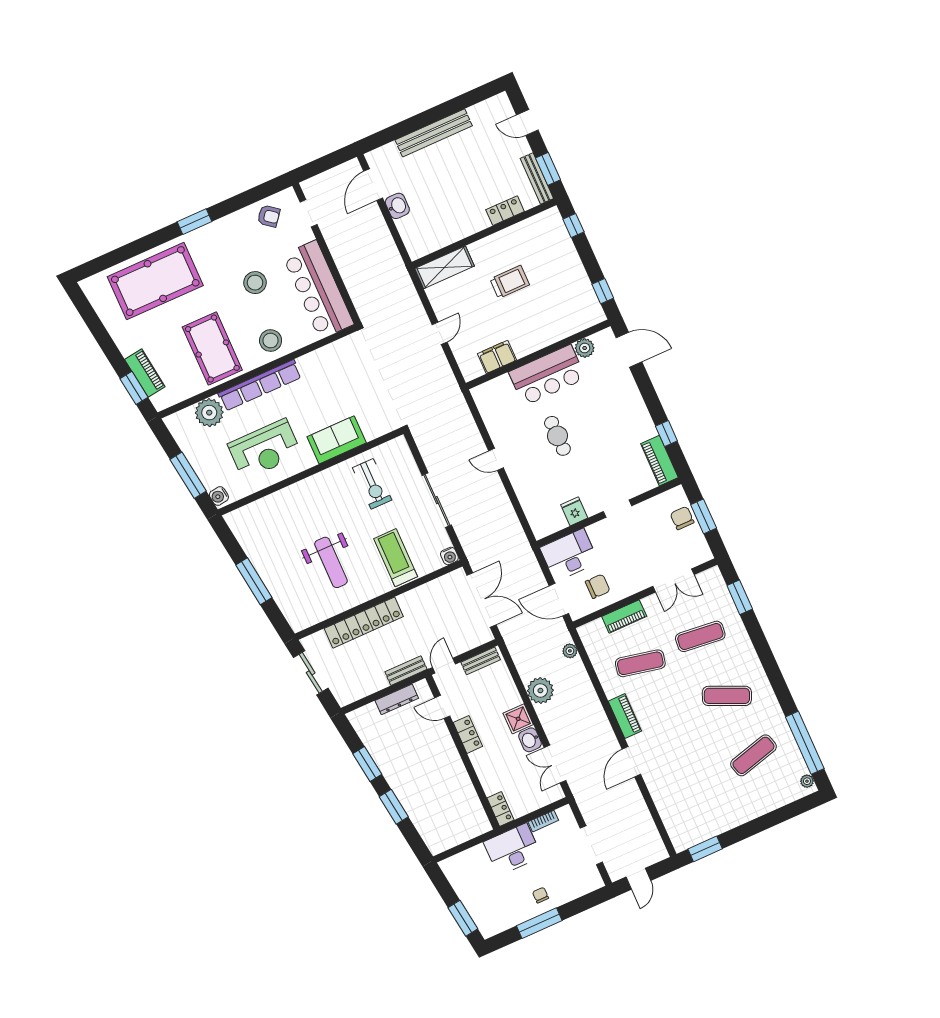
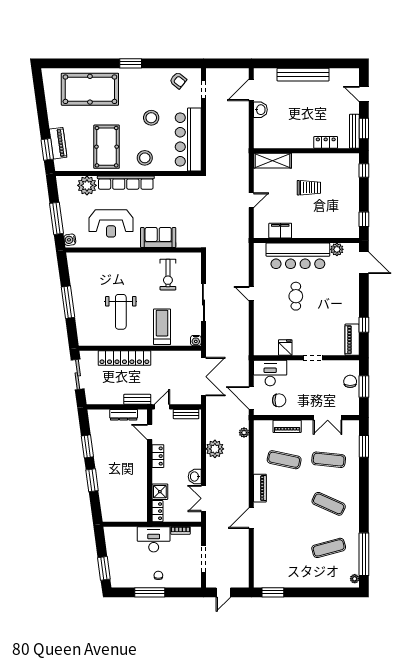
bar counter: (547, 375) -> (298, 256), width x1.36
shower: (518, 719) -> (160, 492), moved

